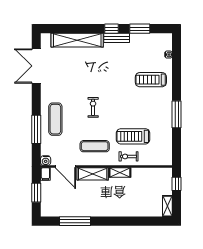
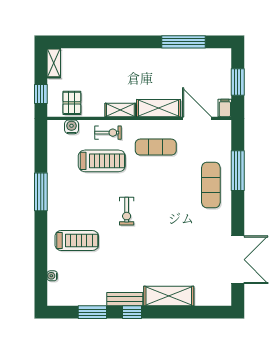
shelving: (77, 40) -> (169, 296), width x0.68
exercise bike: (93, 107) -> (127, 211), moved
water cooler: (46, 161) -> (71, 127), moved
pallet: (154, 178) -> (72, 103), added

